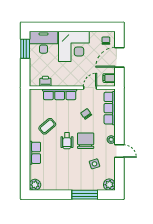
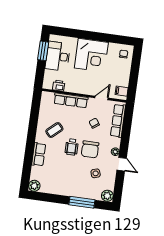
desk: (43, 42) -> (58, 56), moved, turned -90
door: (119, 57) -> (134, 72), removed
chair: (86, 141) -> (90, 149), turned 180

